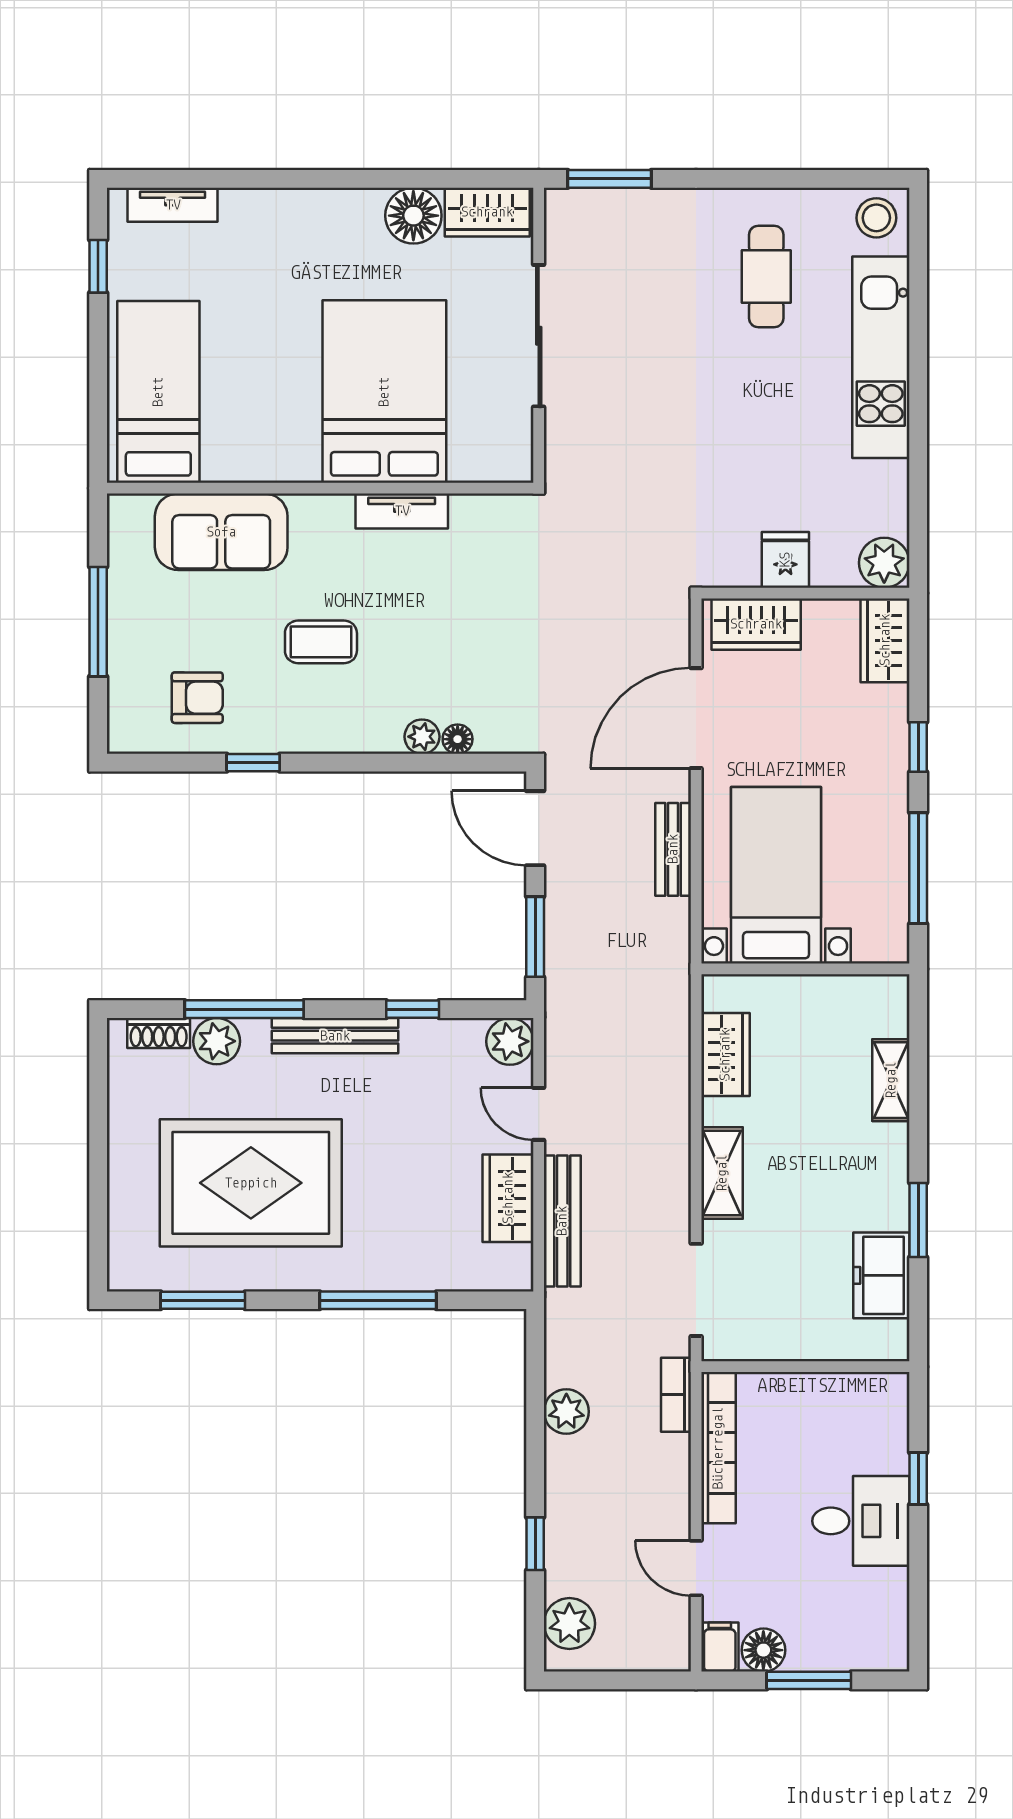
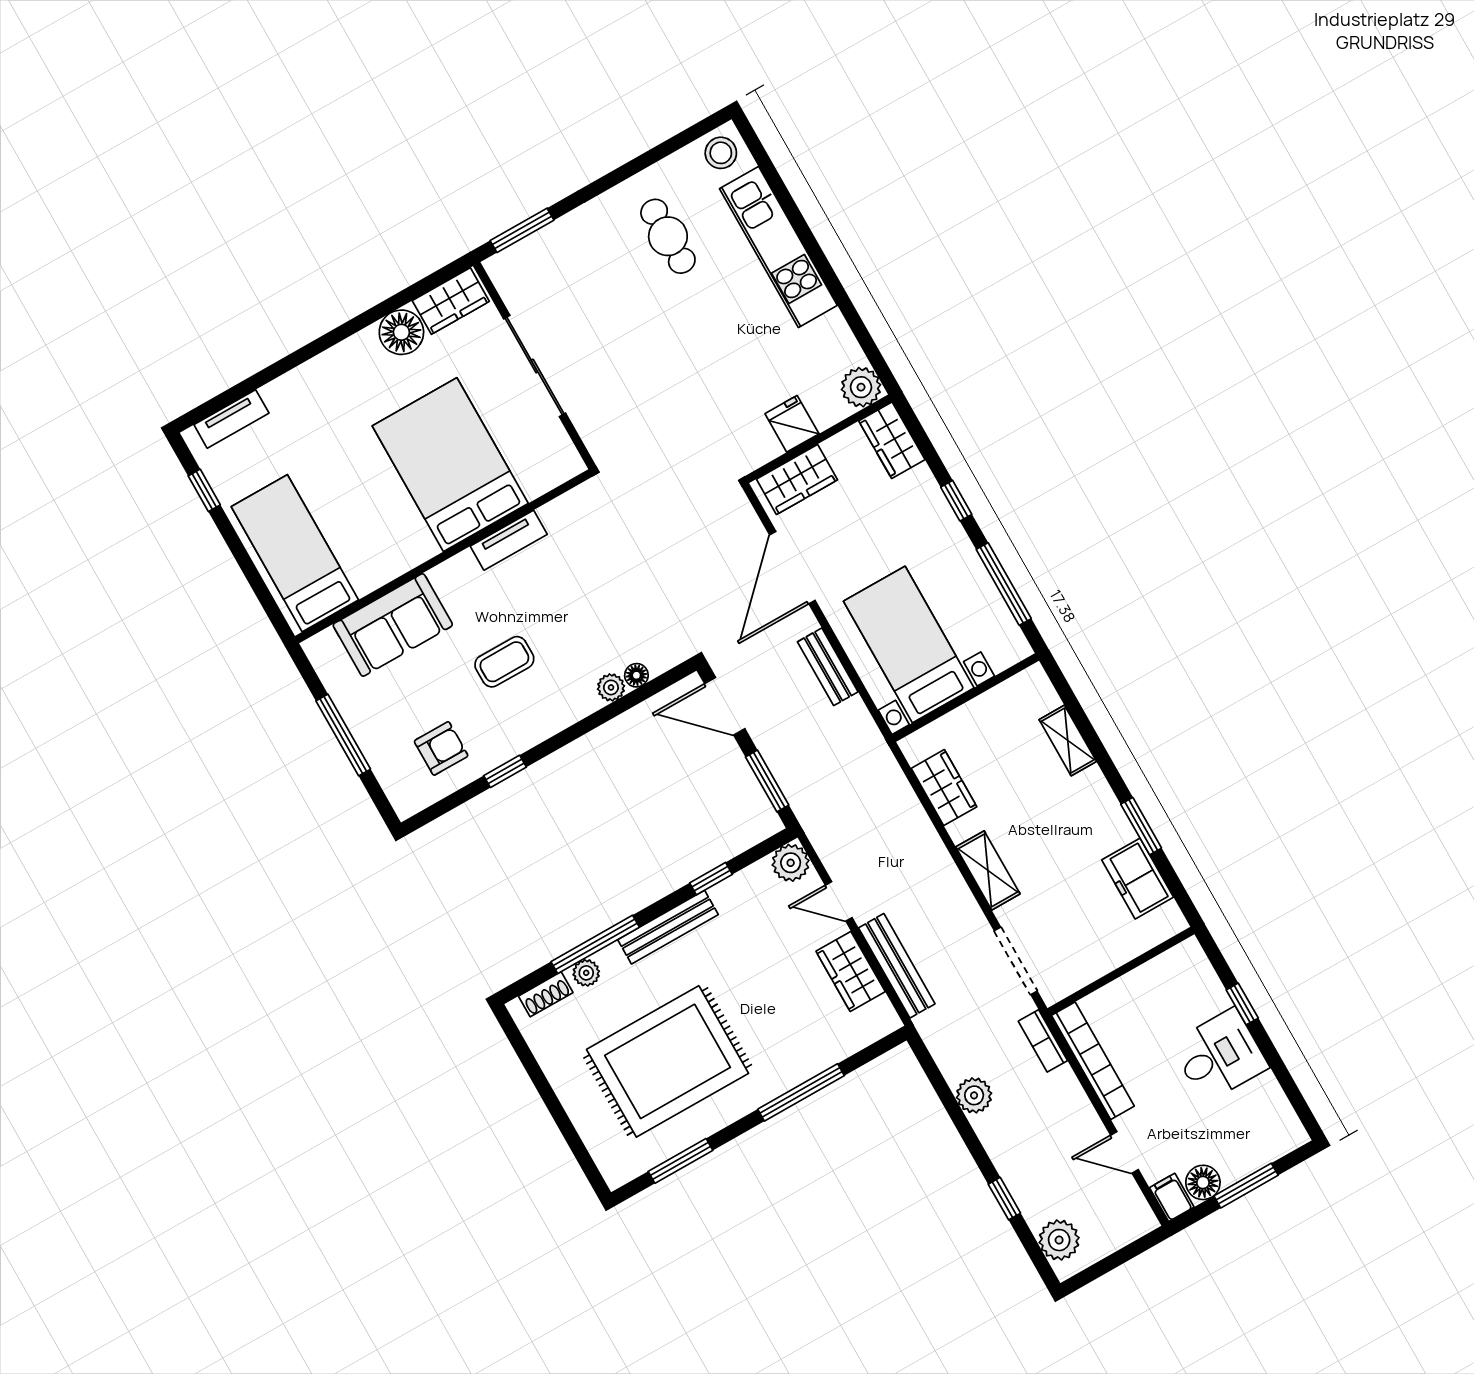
plant: (217, 1041) -> (586, 973), width x0.73, depth x0.73

